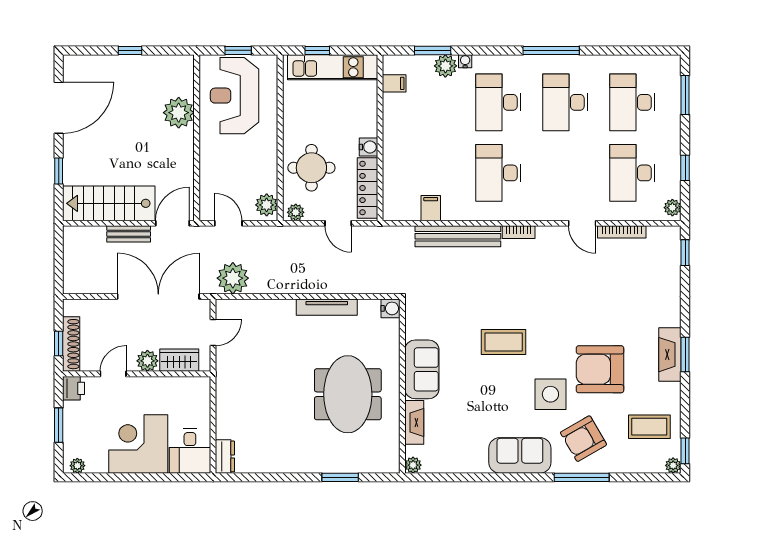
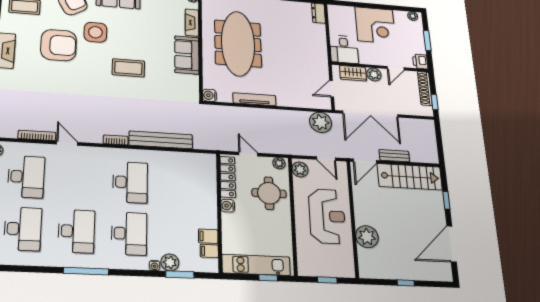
reception desk: (235, 96) -> (327, 216), moved
filing cabinet: (431, 208) -> (208, 236), moved, turned 90
window: (59, 343) -> (435, 102), moved
meeting table: (348, 394) -> (238, 44), width x1.36
desk: (190, 451) -> (344, 49), moved, turned 180

